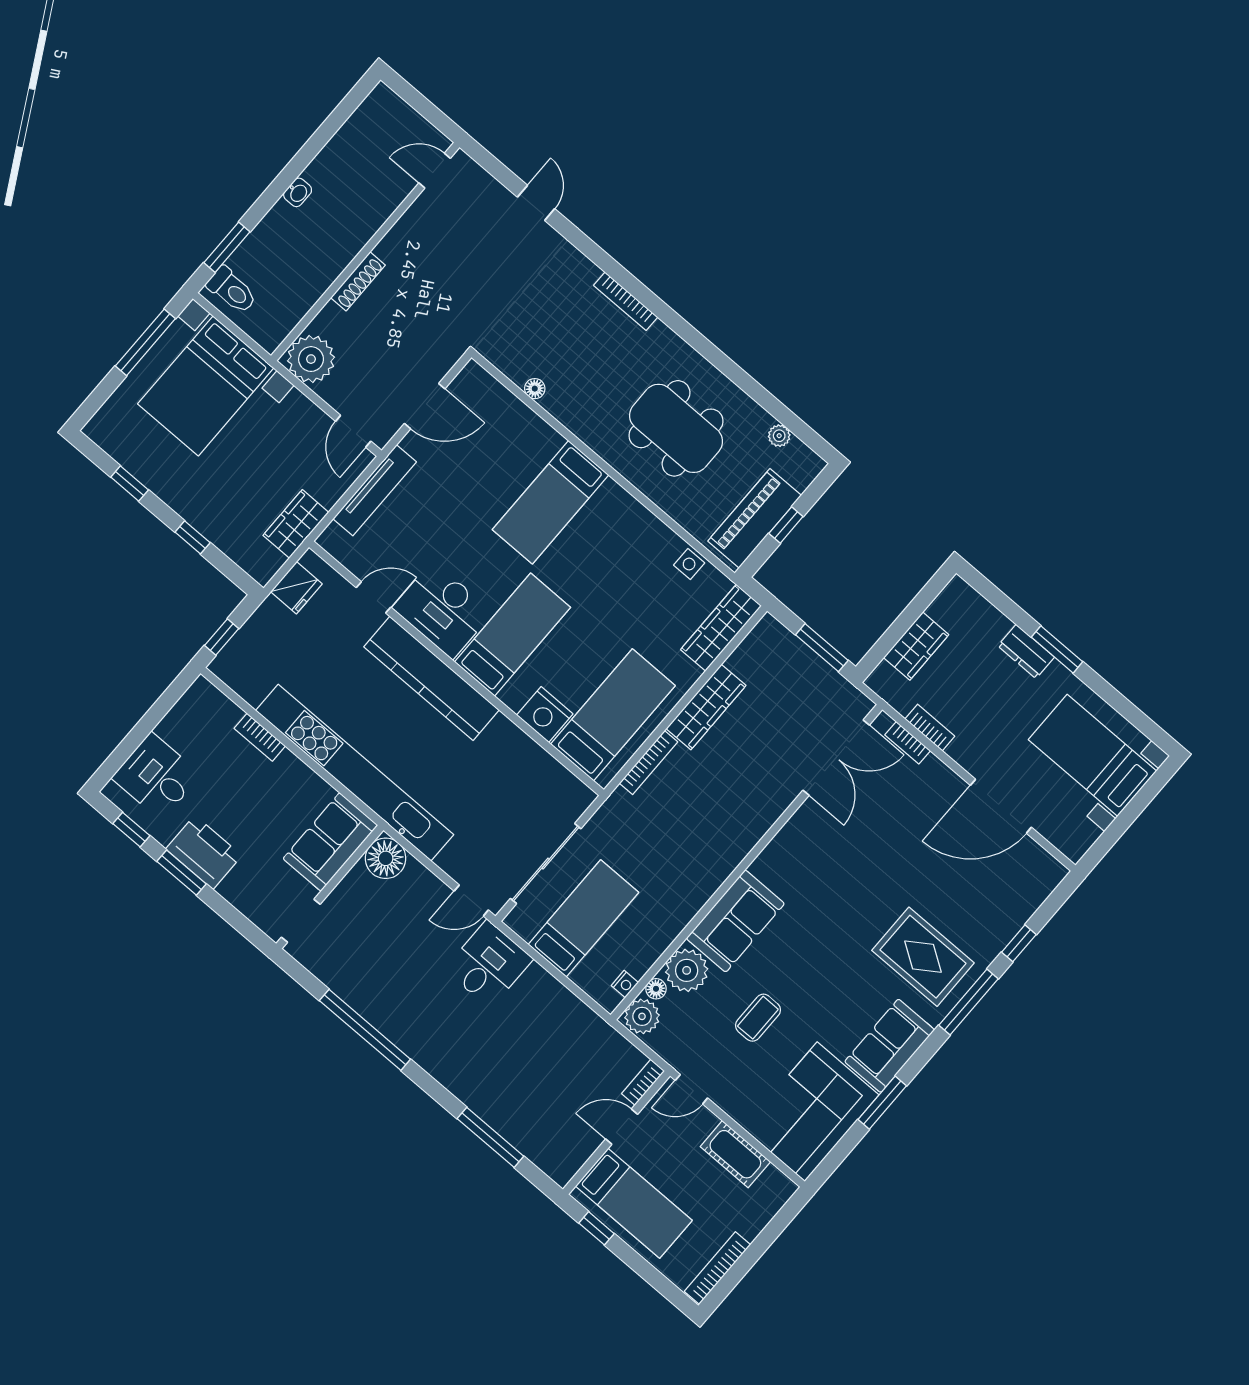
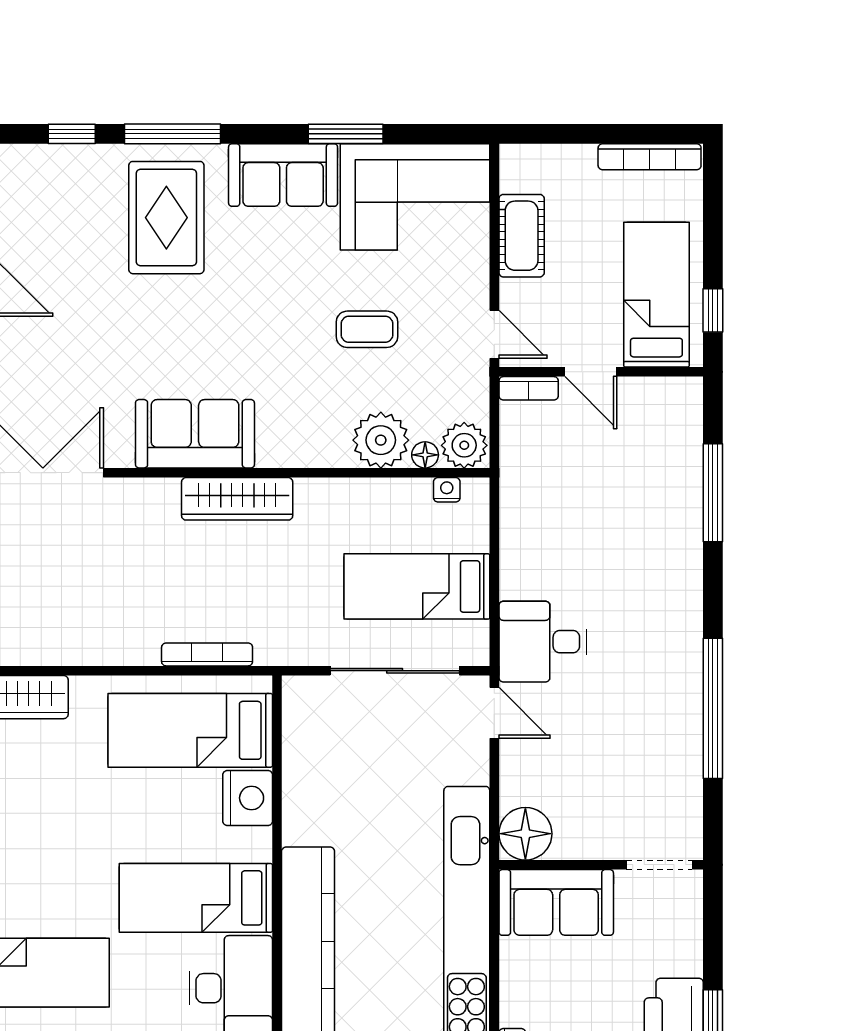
wardrobe: (706, 707) -> (237, 499), moved, turned 180
sofa: (735, 921) -> (195, 434), moved

